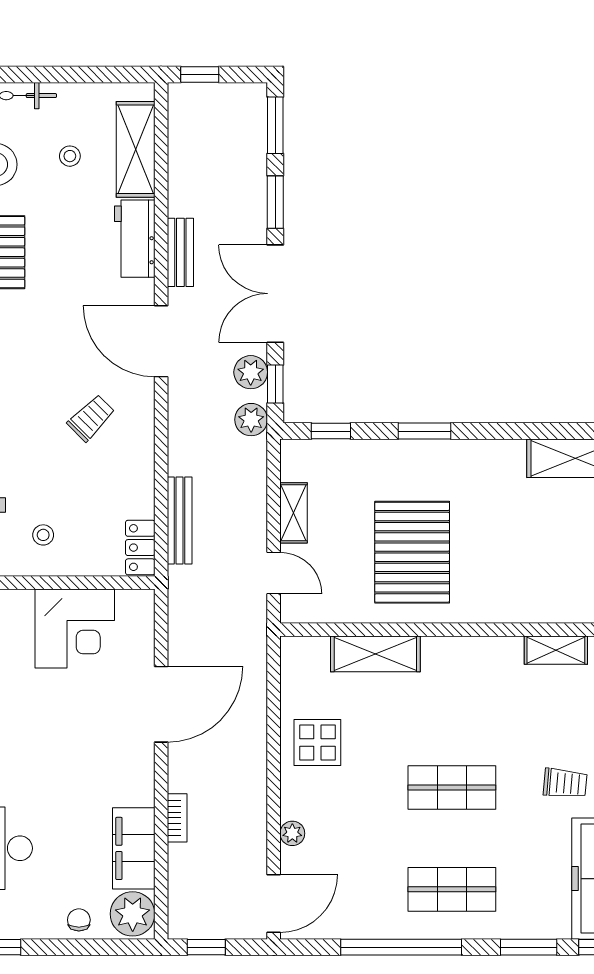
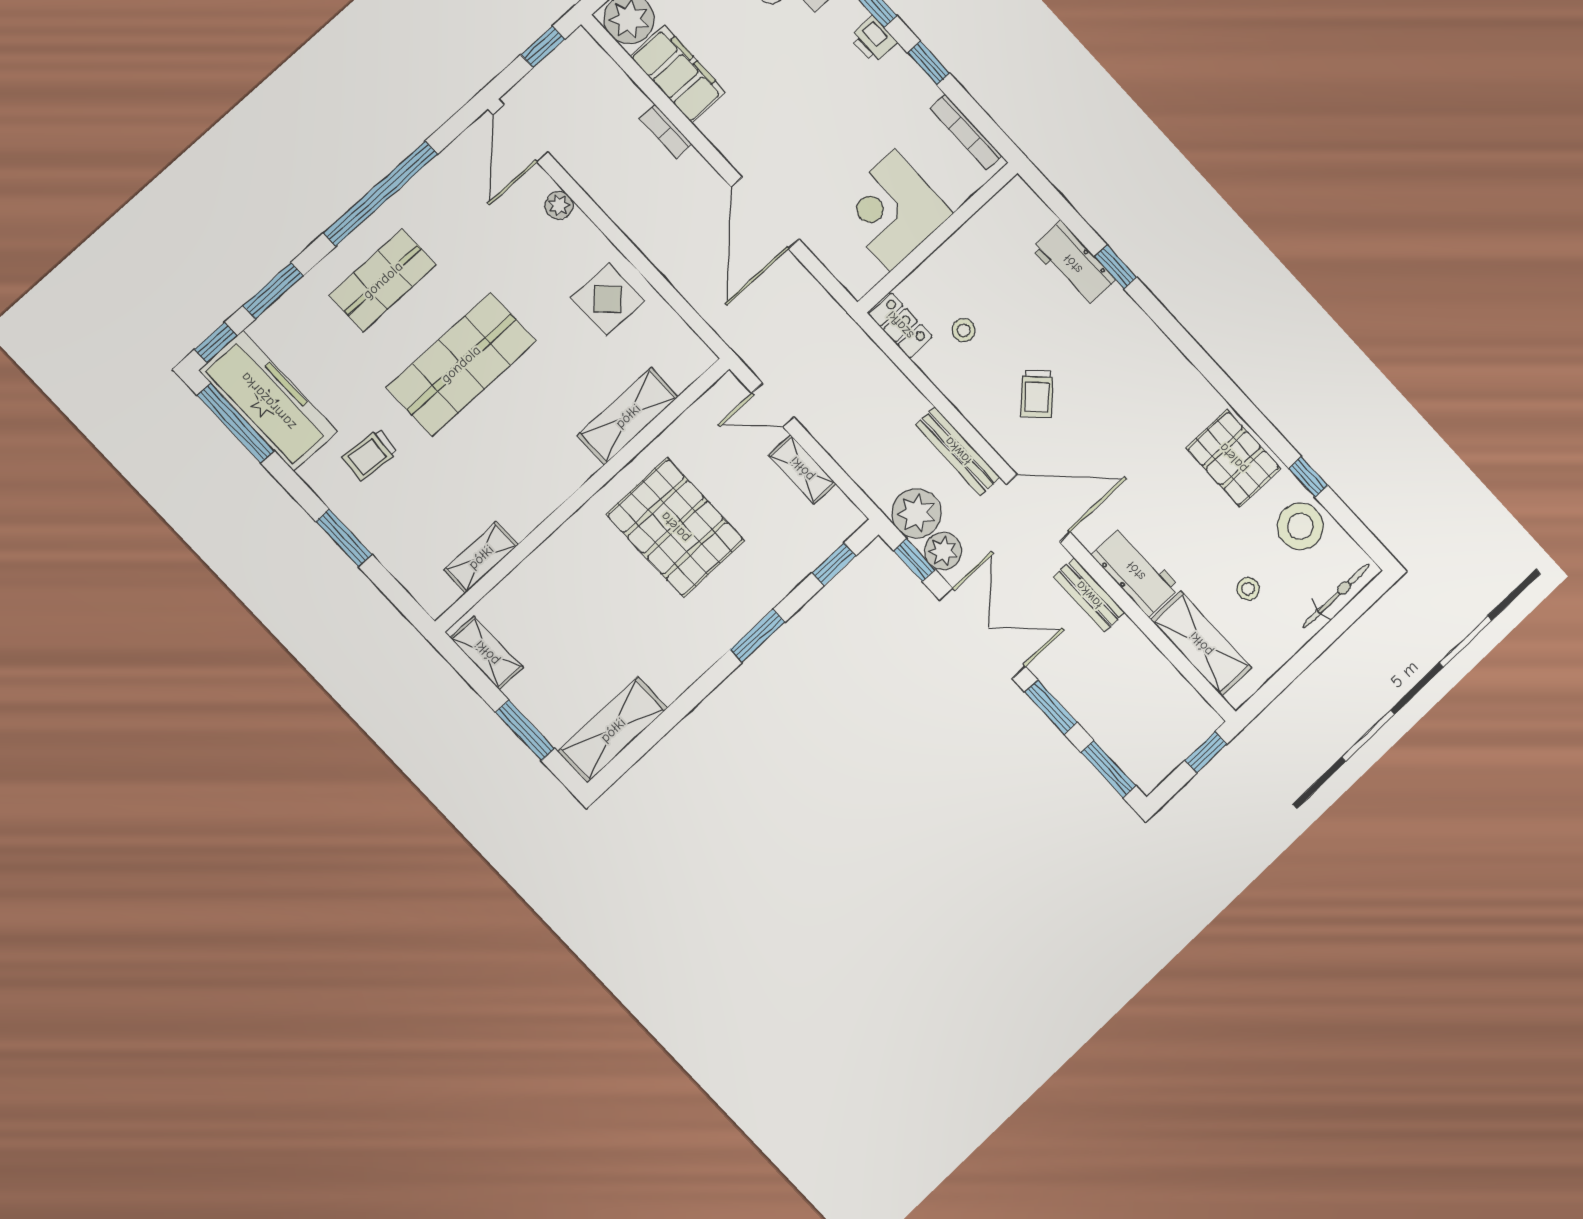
plant: (251, 420) -> (916, 513), width x1.36, depth x1.36
bench: (180, 520) -> (958, 451), moved
stool: (43, 535) -> (964, 330), moved
shop shelf: (452, 788) -> (461, 364), width x1.43, depth x1.36

